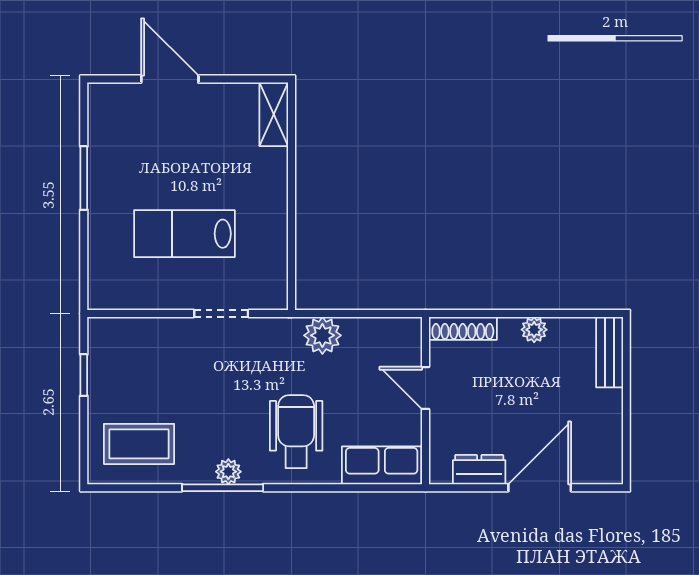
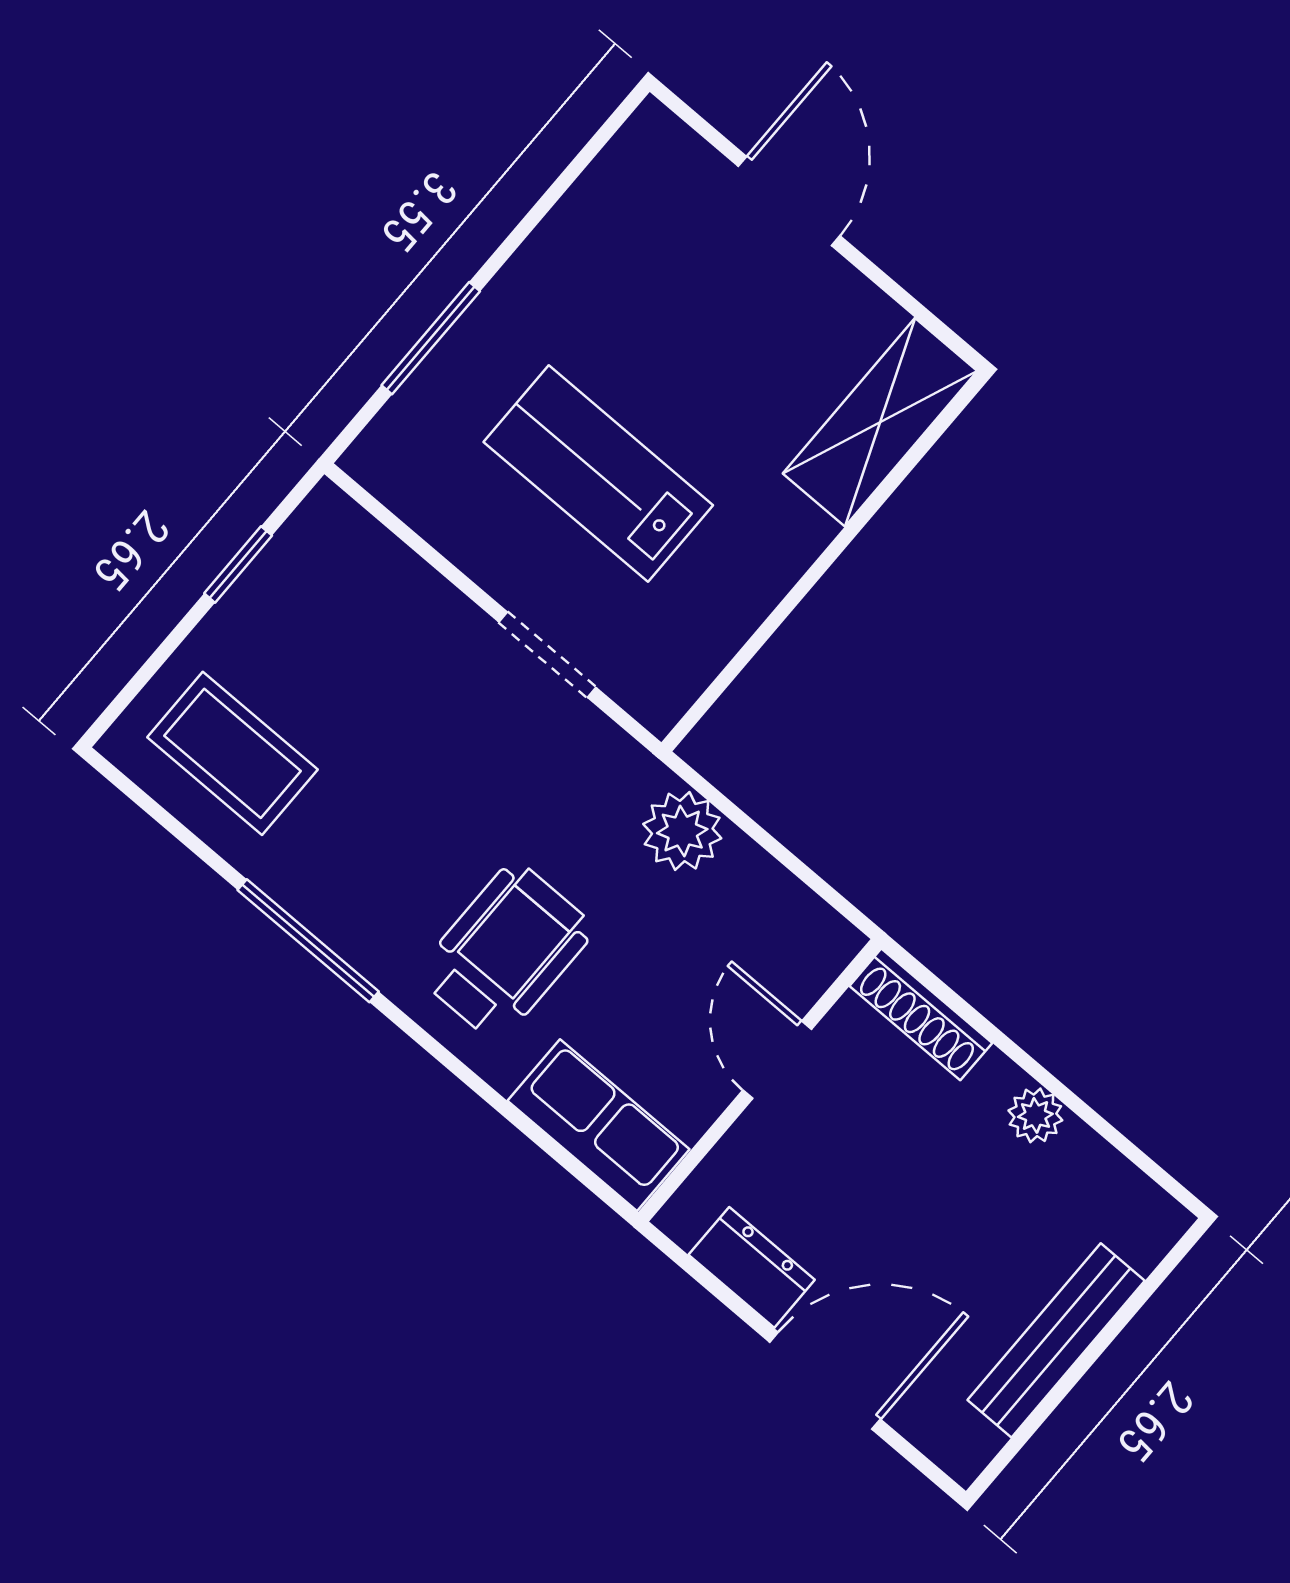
shelving: (274, 114) -> (880, 422), width x1.50, depth x1.33
window: (84, 178) -> (431, 338), moved
bench: (610, 352) -> (1056, 1340), moved, width x1.36
plant: (228, 472) -> (340, 923), removed

